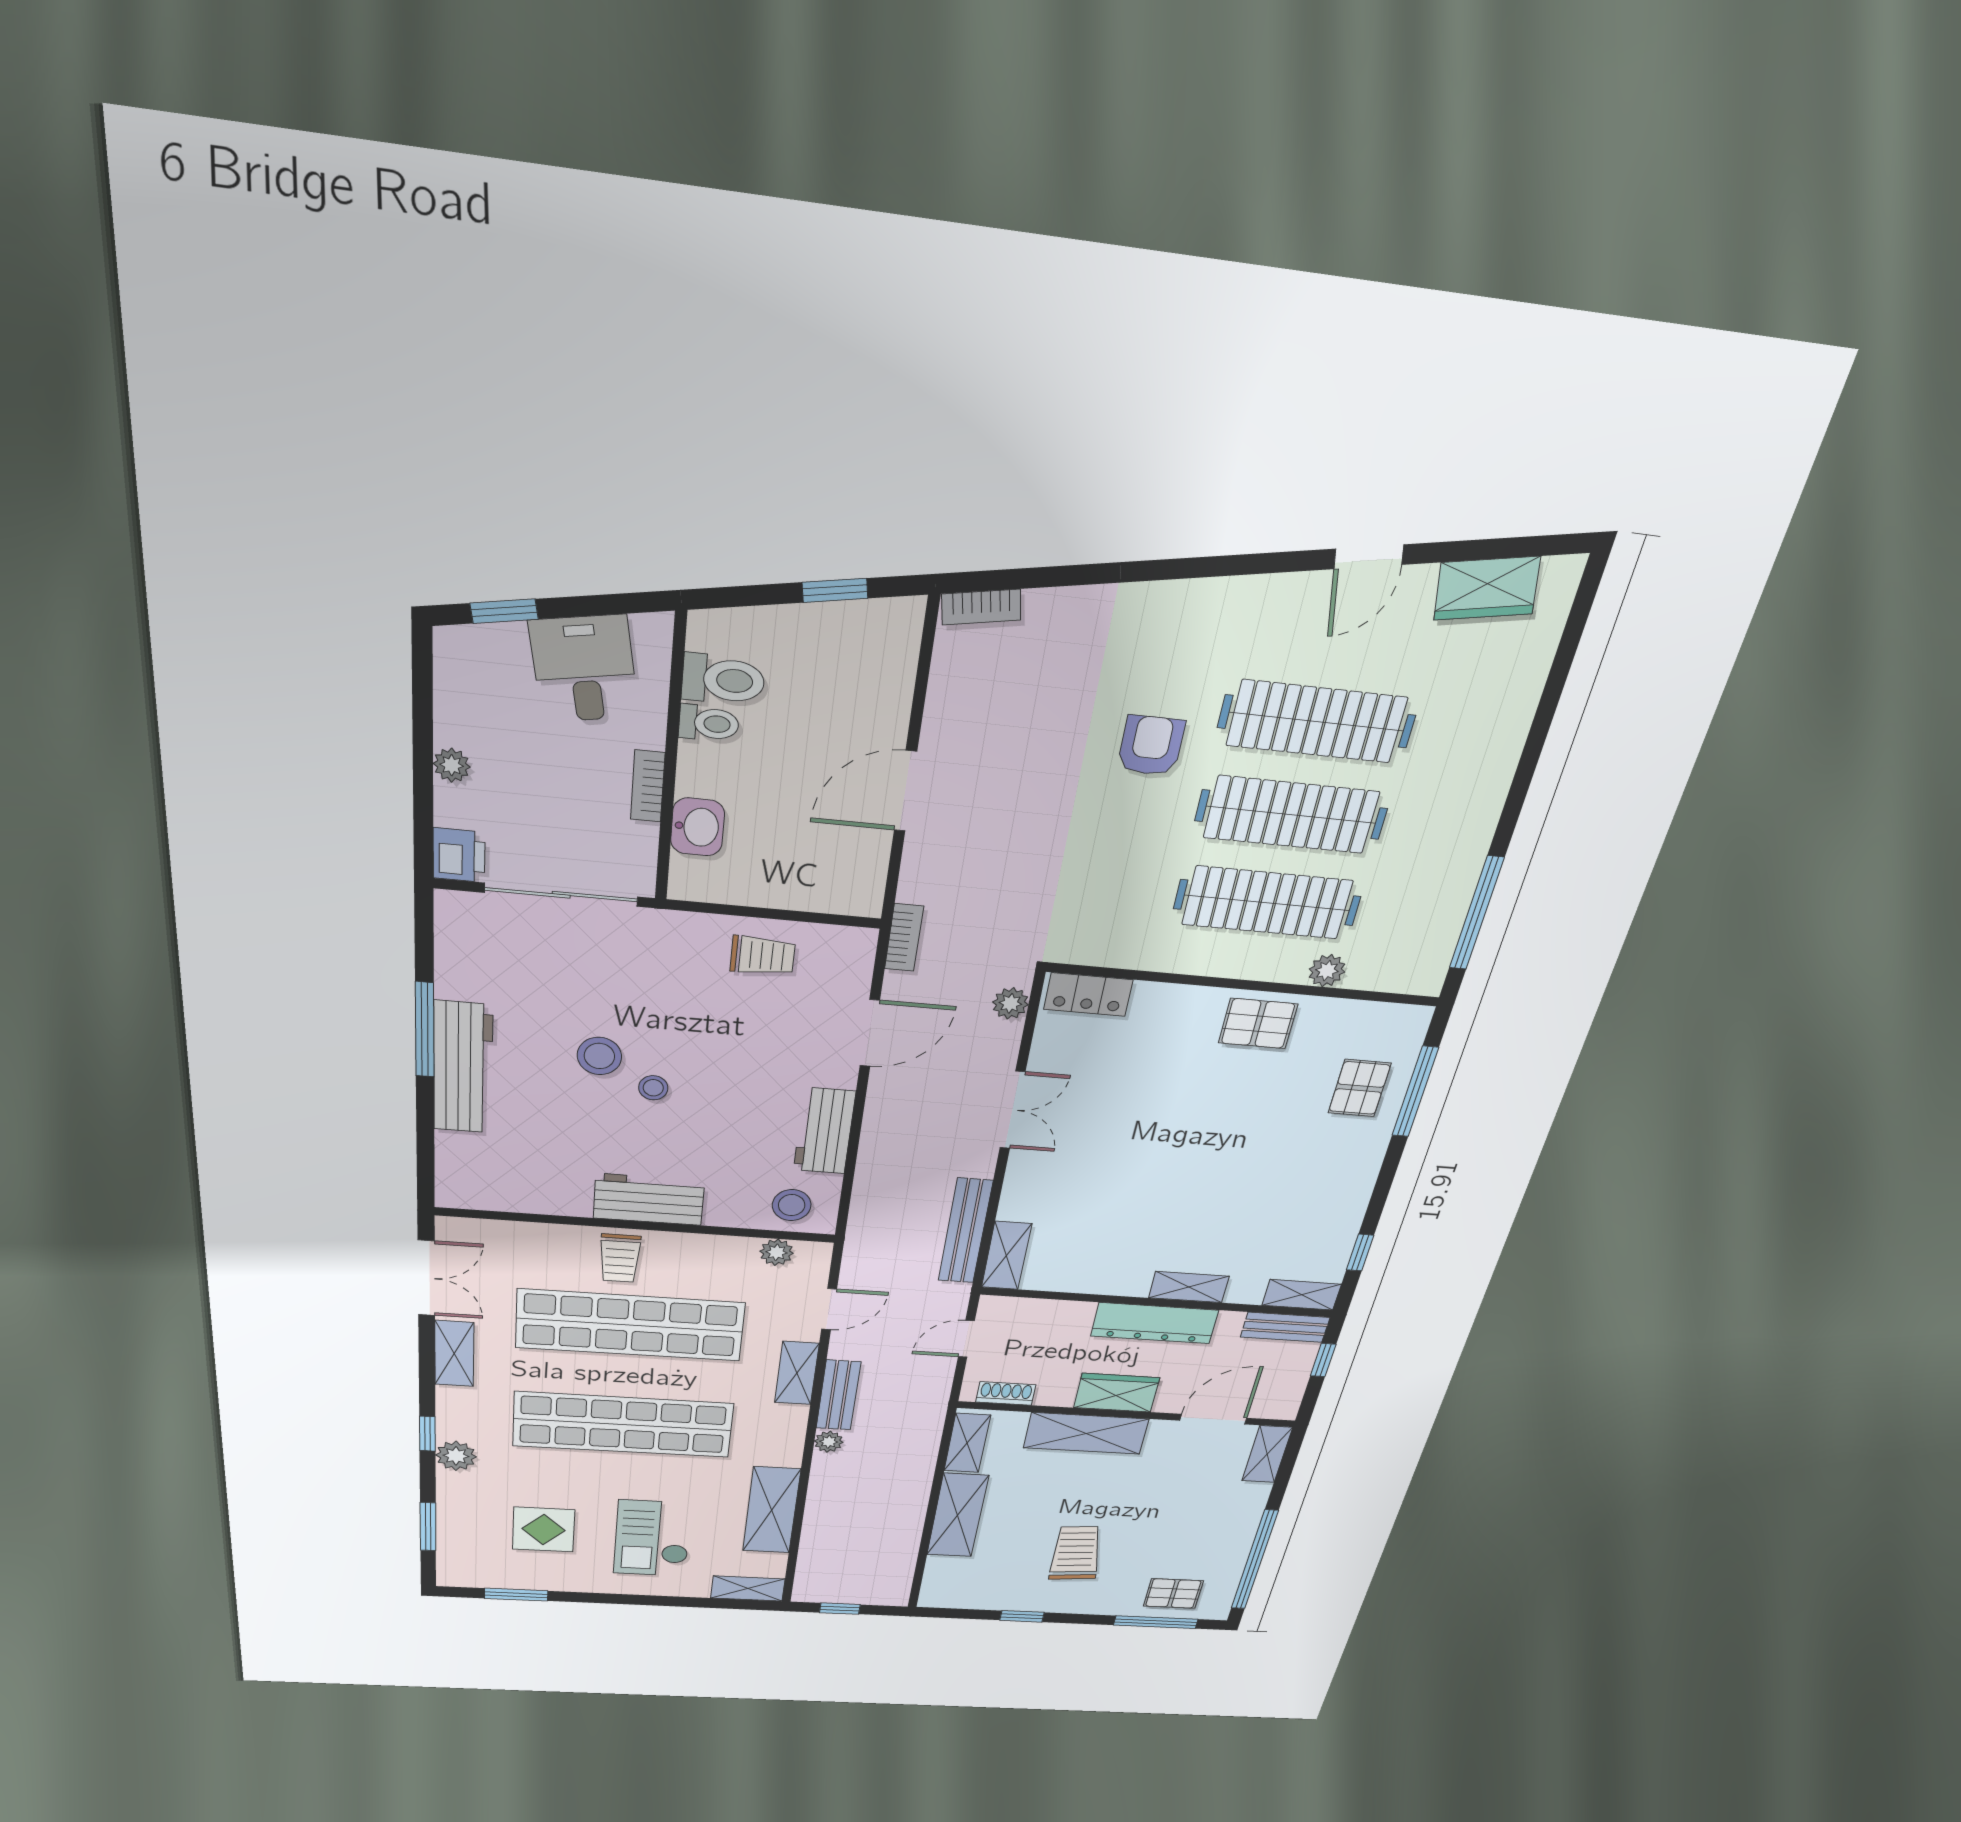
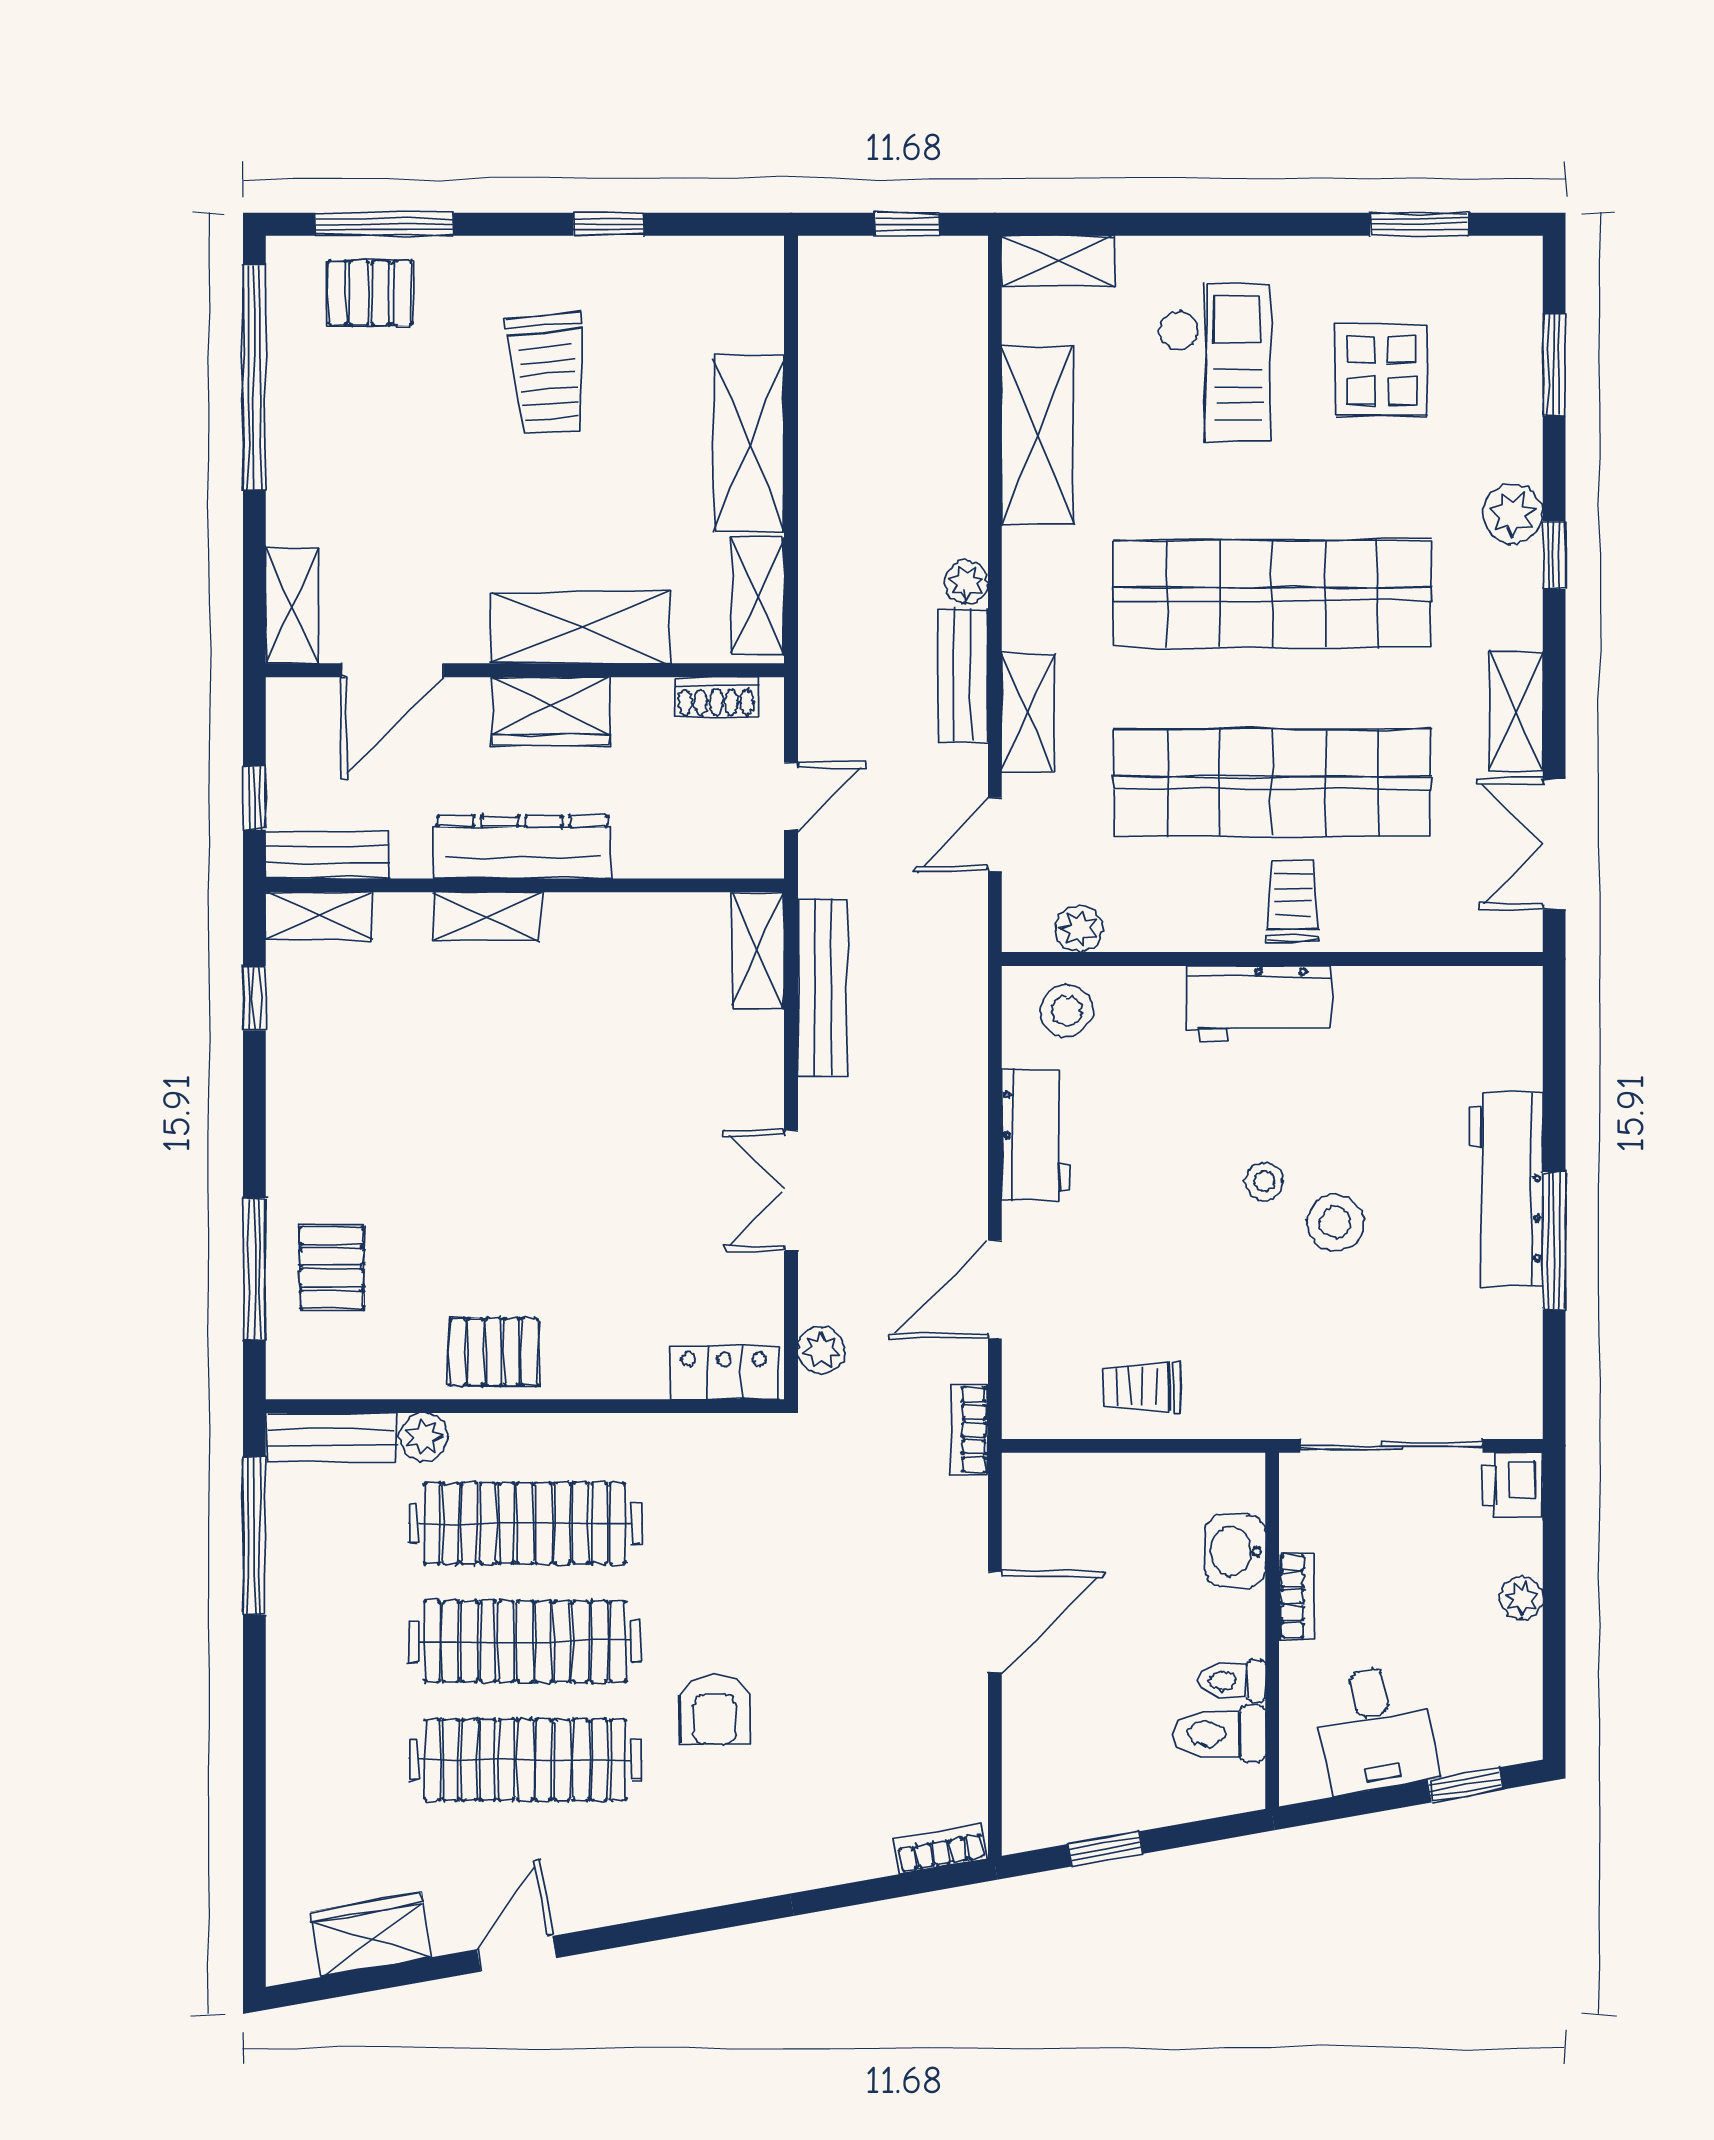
bench: (1396, 976) -> (331, 1437), added

